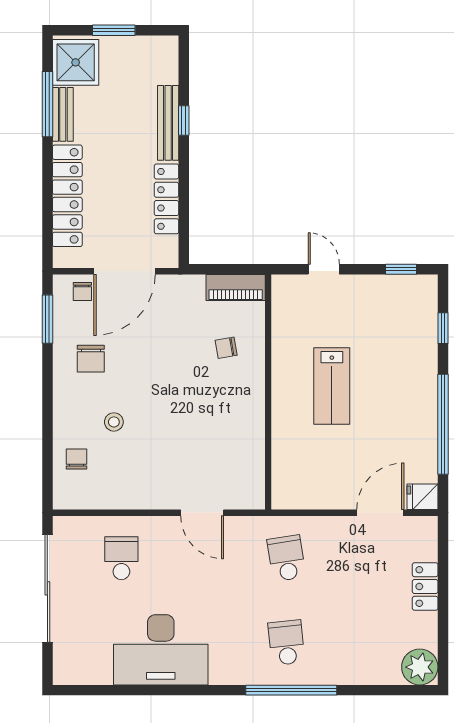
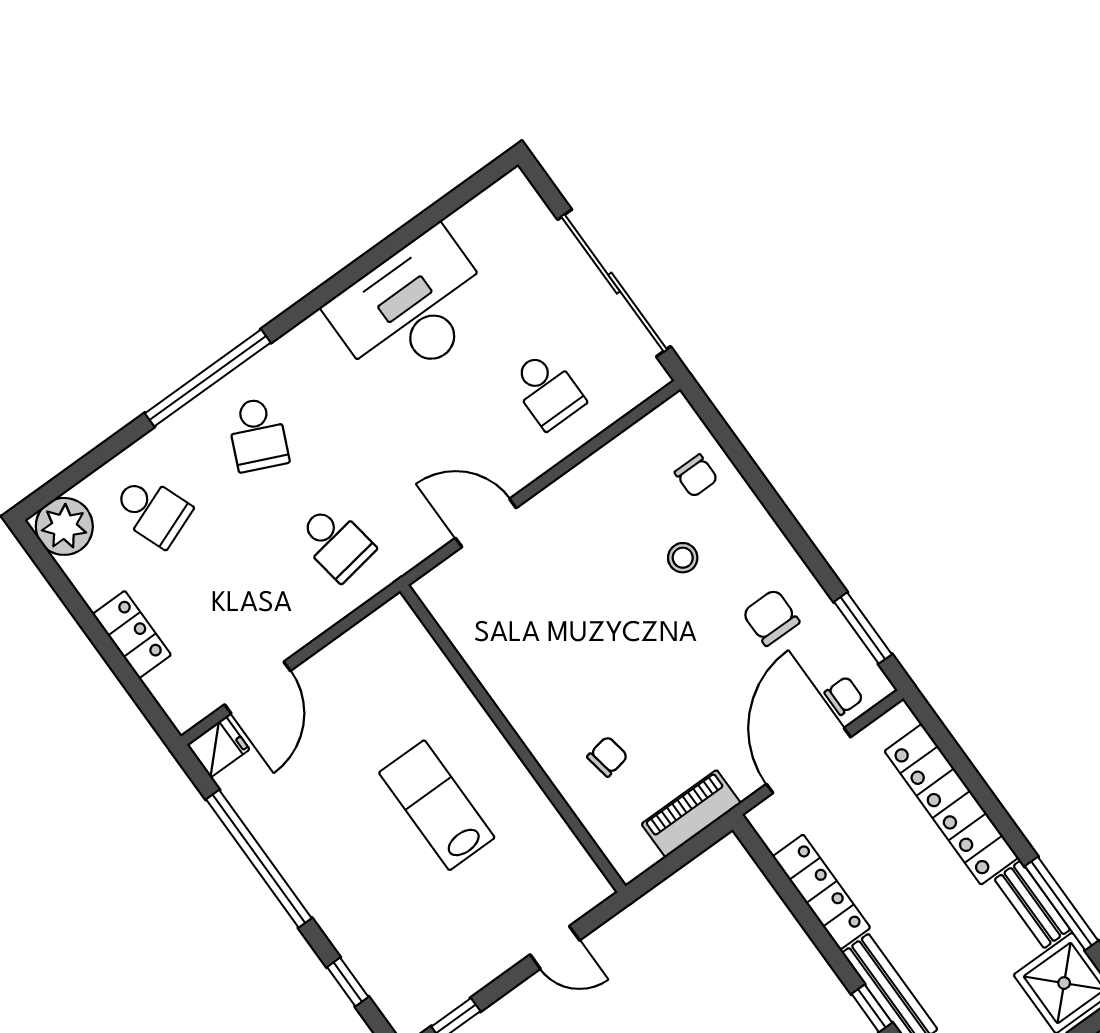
piano: (236, 287) -> (691, 814), moved
chair: (82, 291) -> (844, 696), turned 90
school desk: (286, 643) -> (258, 434), turned 30
school desk: (369, 643) -> (152, 511), added

